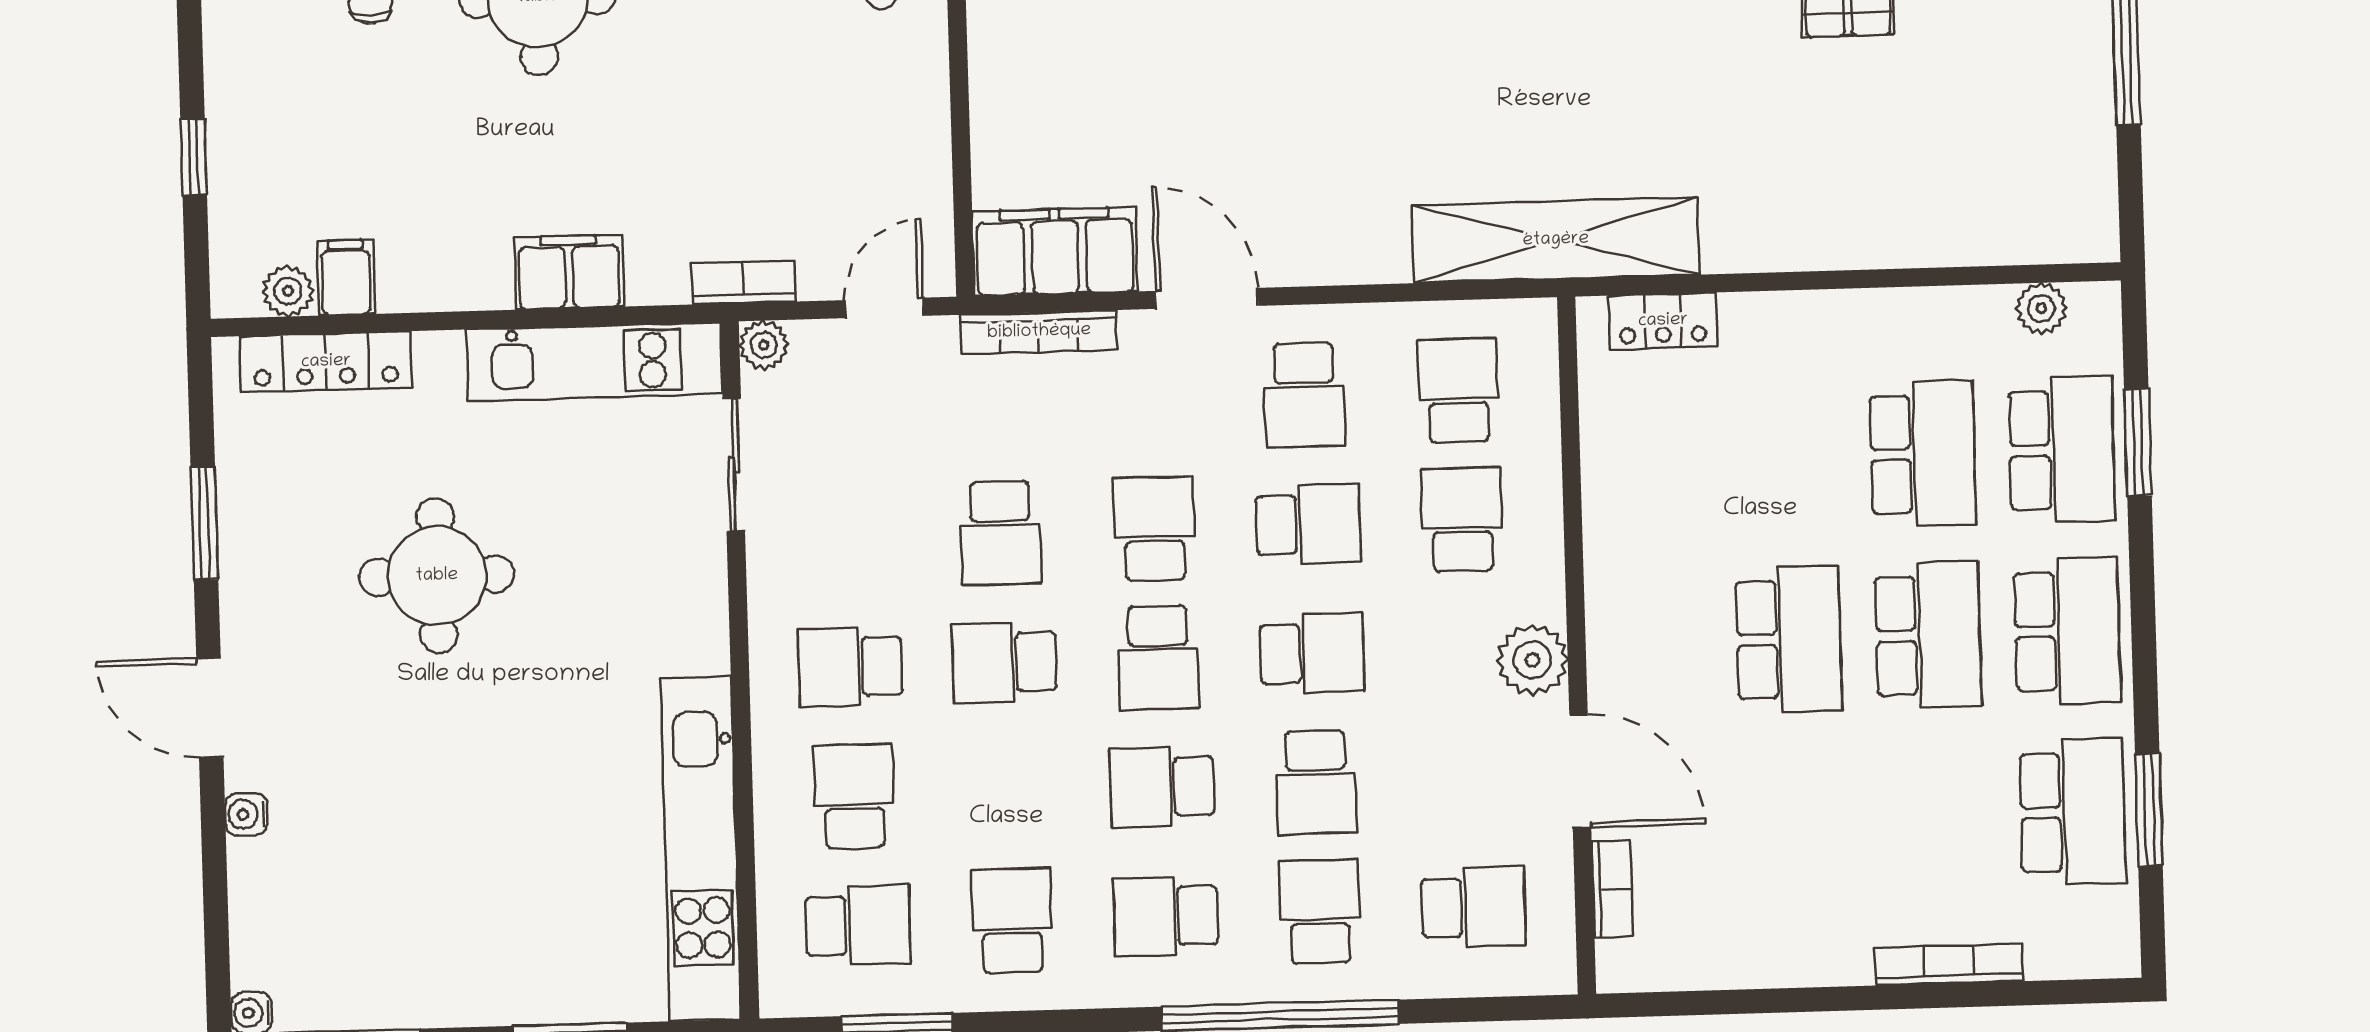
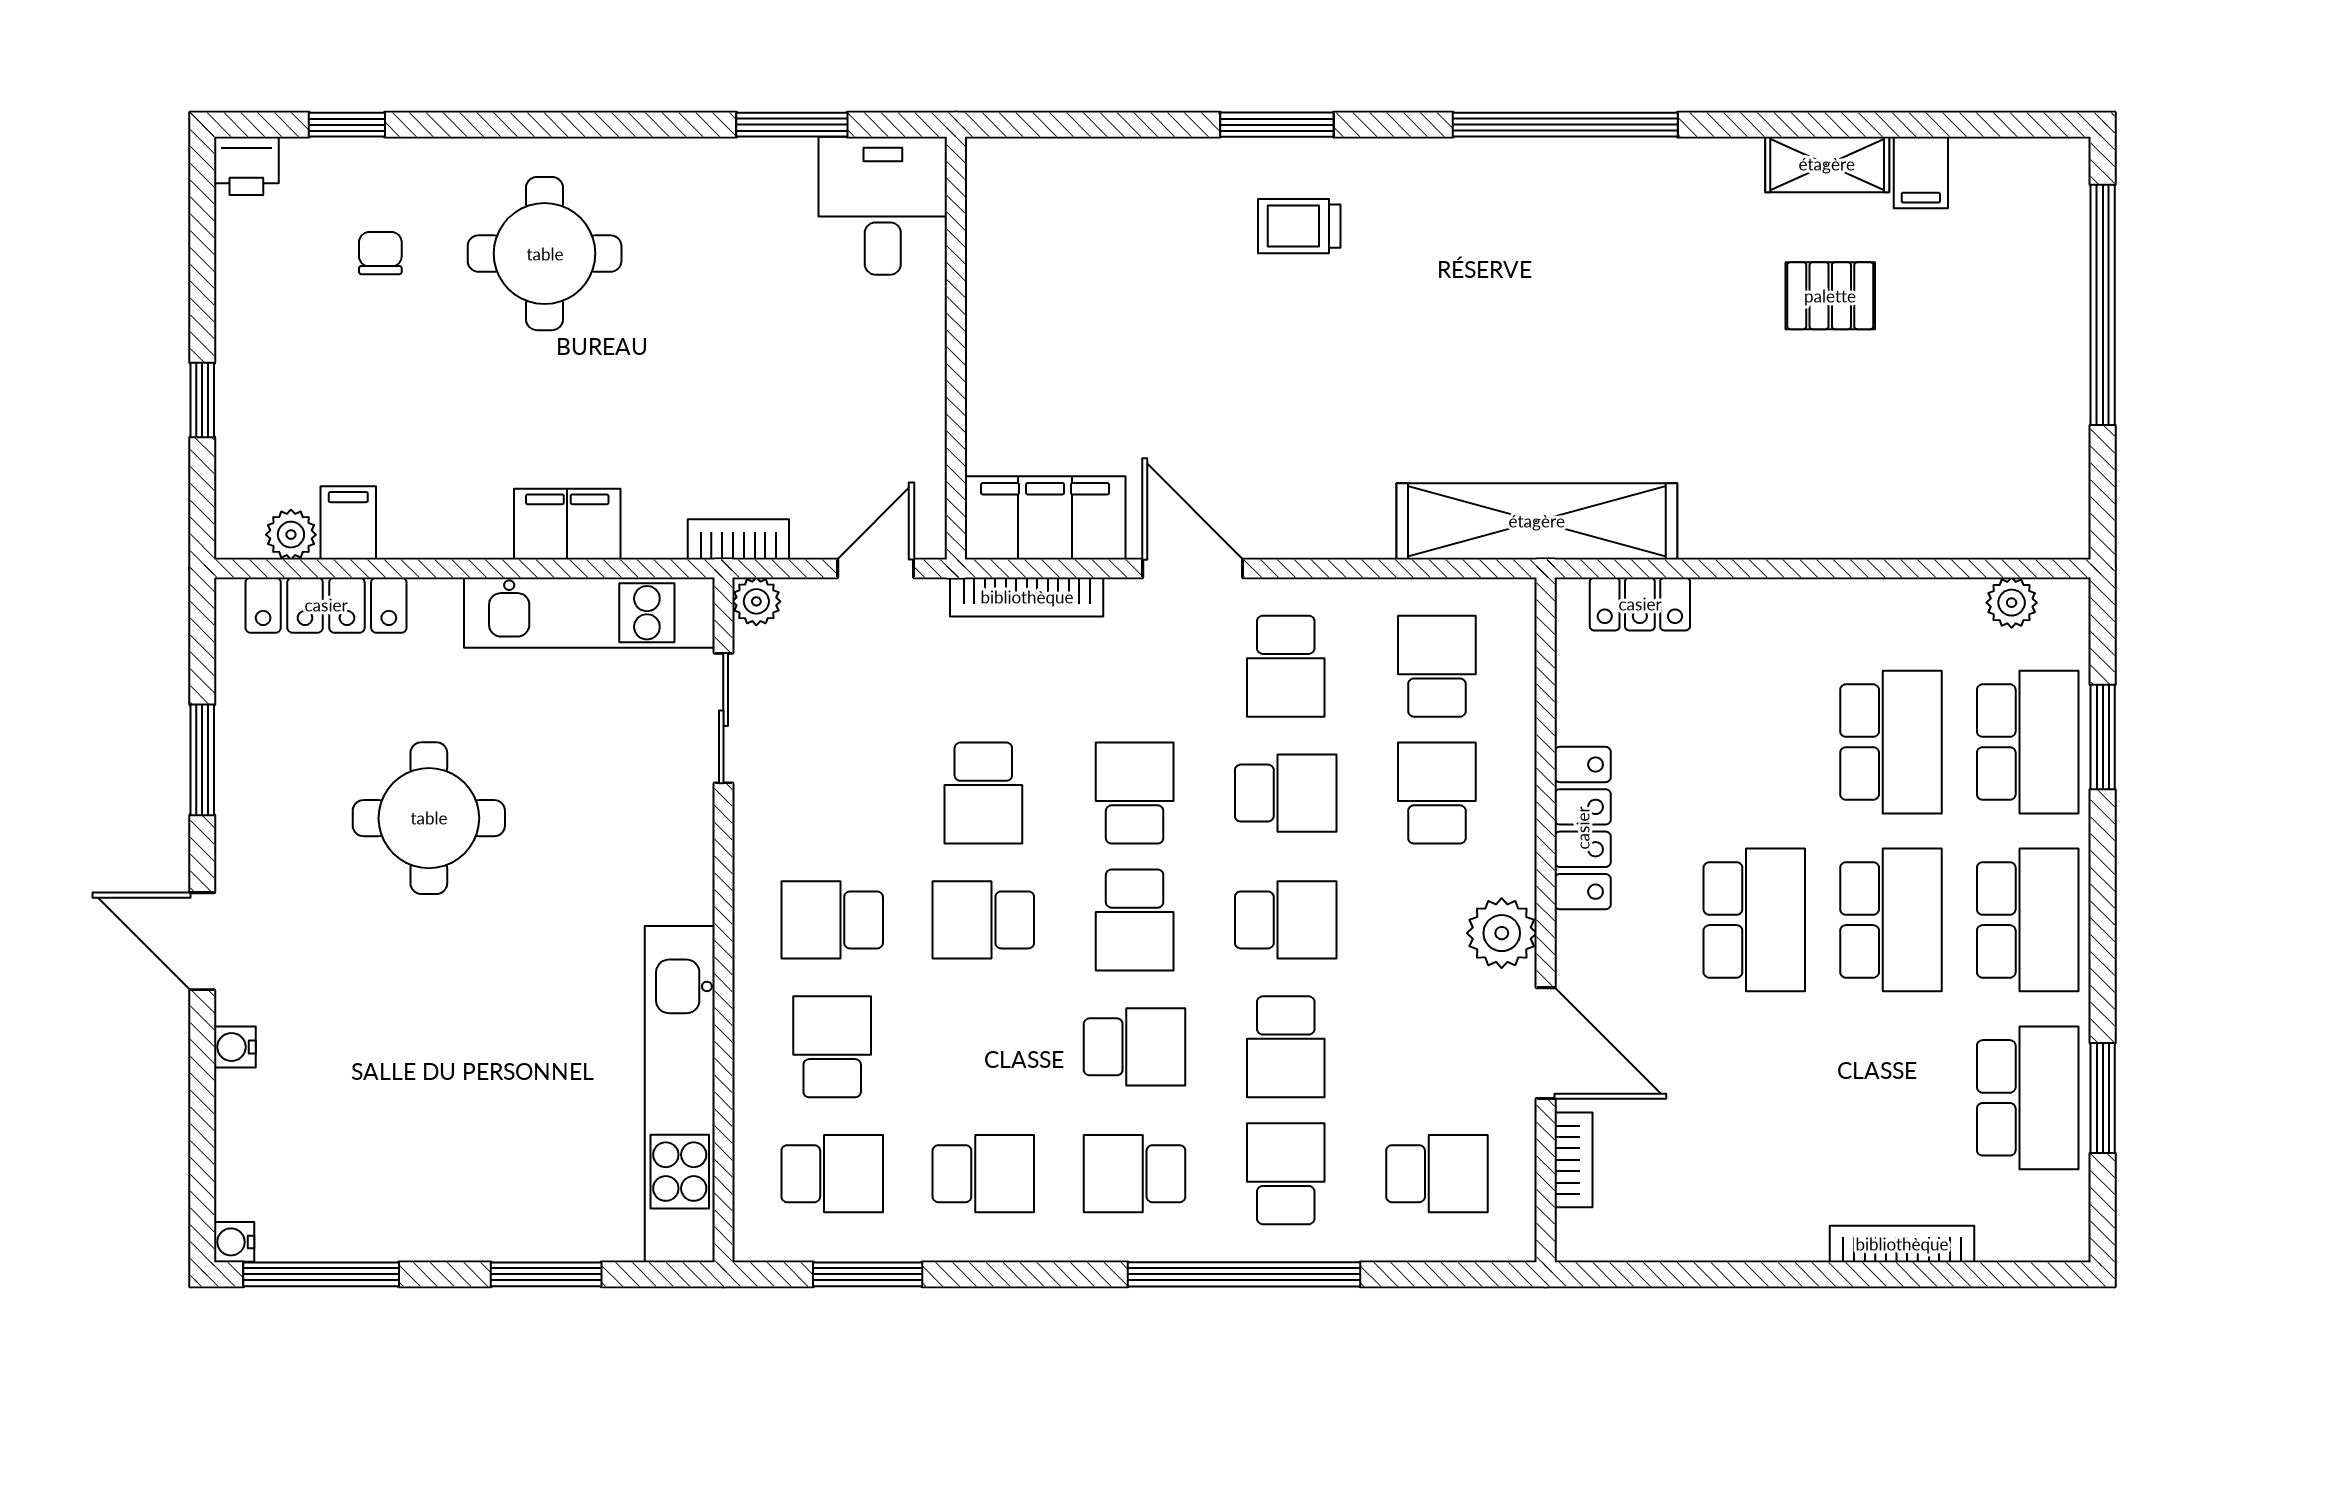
locker: (1611, 551) -> (1583, 828), added
school desk: (1162, 787) -> (1135, 1047), turned 180
school desk: (1012, 921) -> (983, 1174), turned 90

